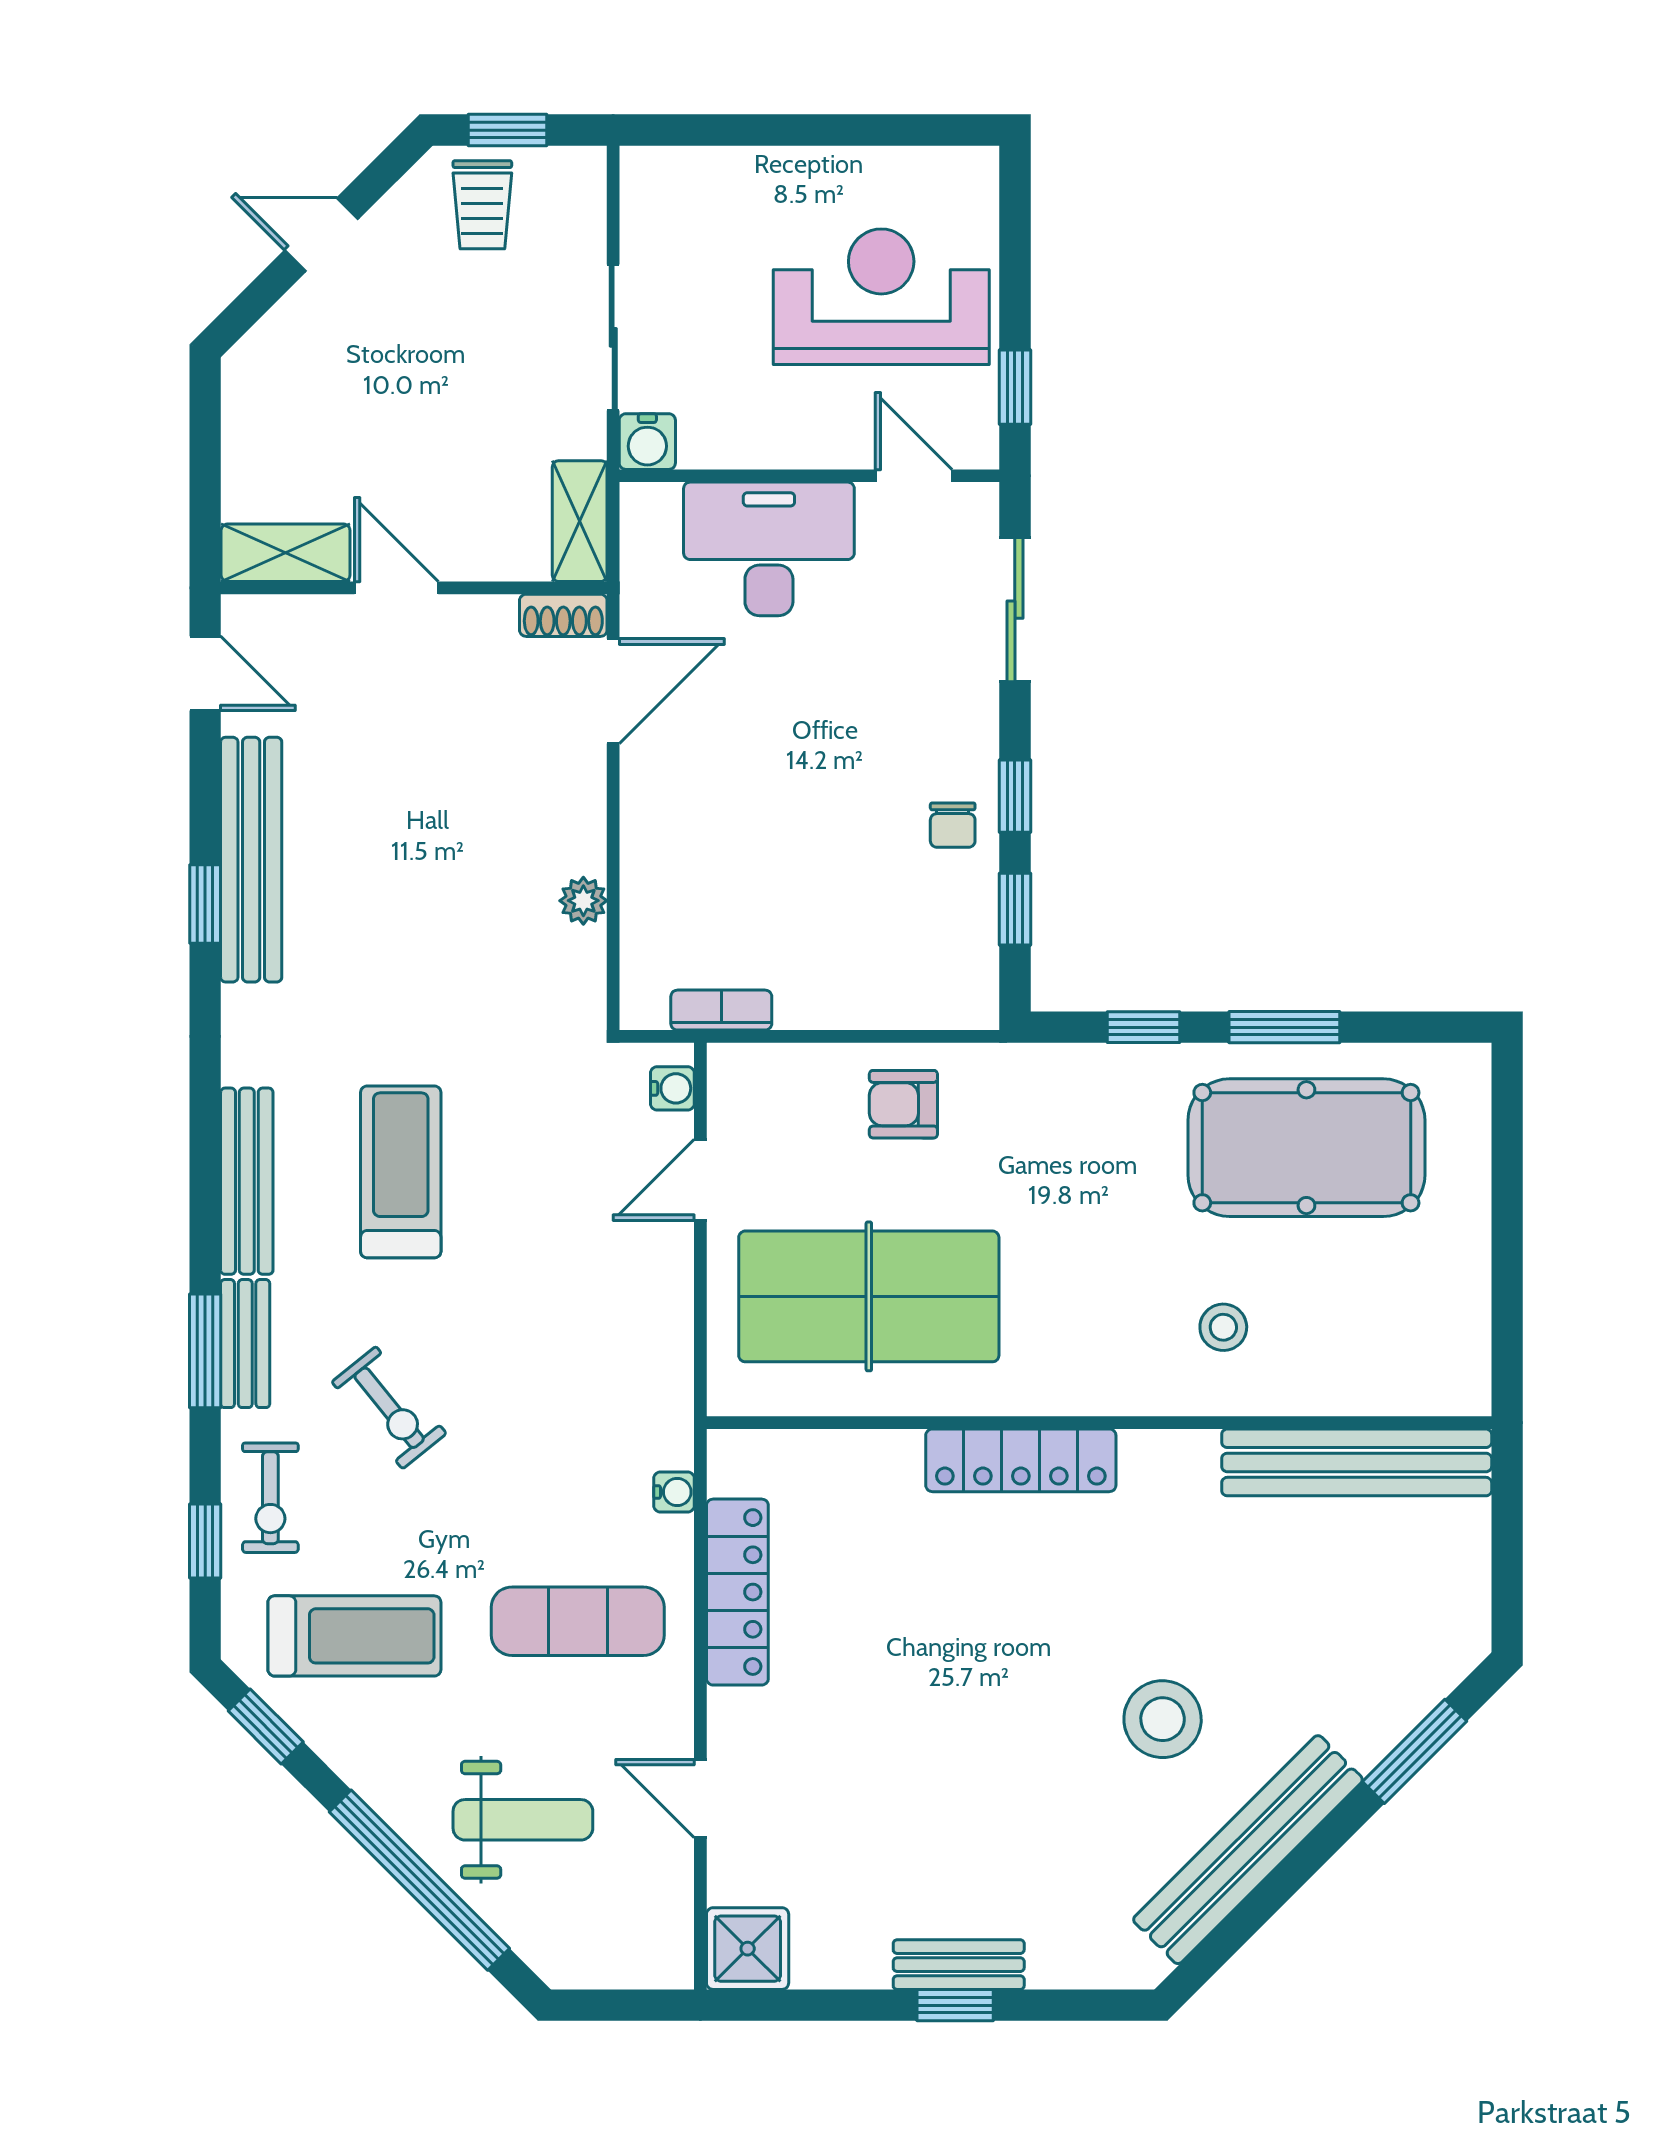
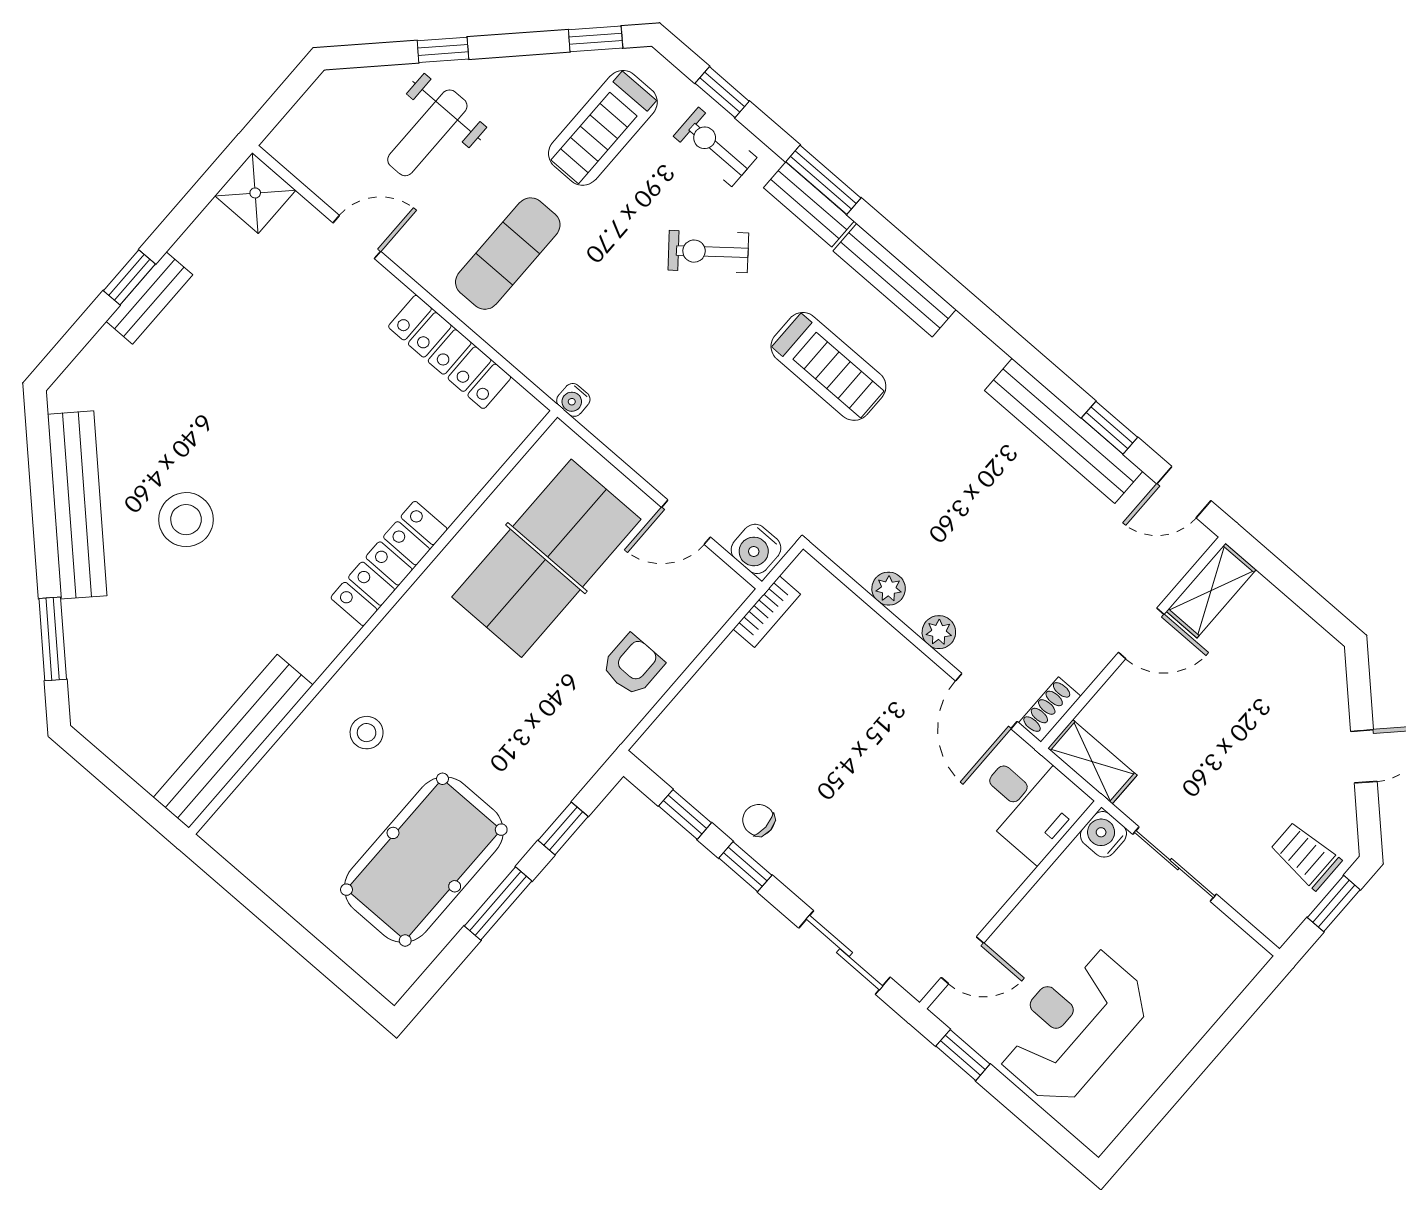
reception desk: (881, 297) -> (1073, 1026), turned 180
desk: (769, 549) -> (1031, 803), moved, width x0.73
plant: (583, 806) -> (939, 632), added
window: (205, 904) -> (1110, 428), moved
water cooler: (672, 1088) -> (756, 549), width x1.38, depth x1.38
door: (700, 1180) -> (686, 522), swing flipped
water cooler: (674, 1492) -> (573, 400), moved
window: (419, 1880) -> (443, 50), width x0.32

